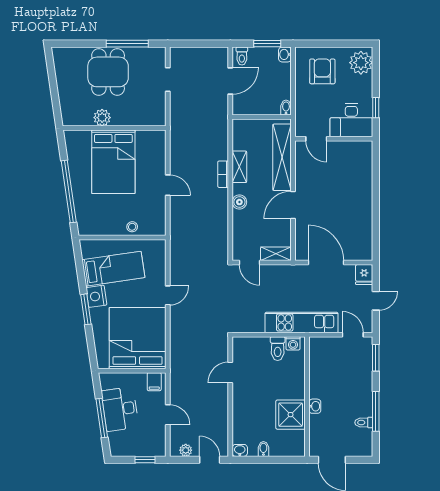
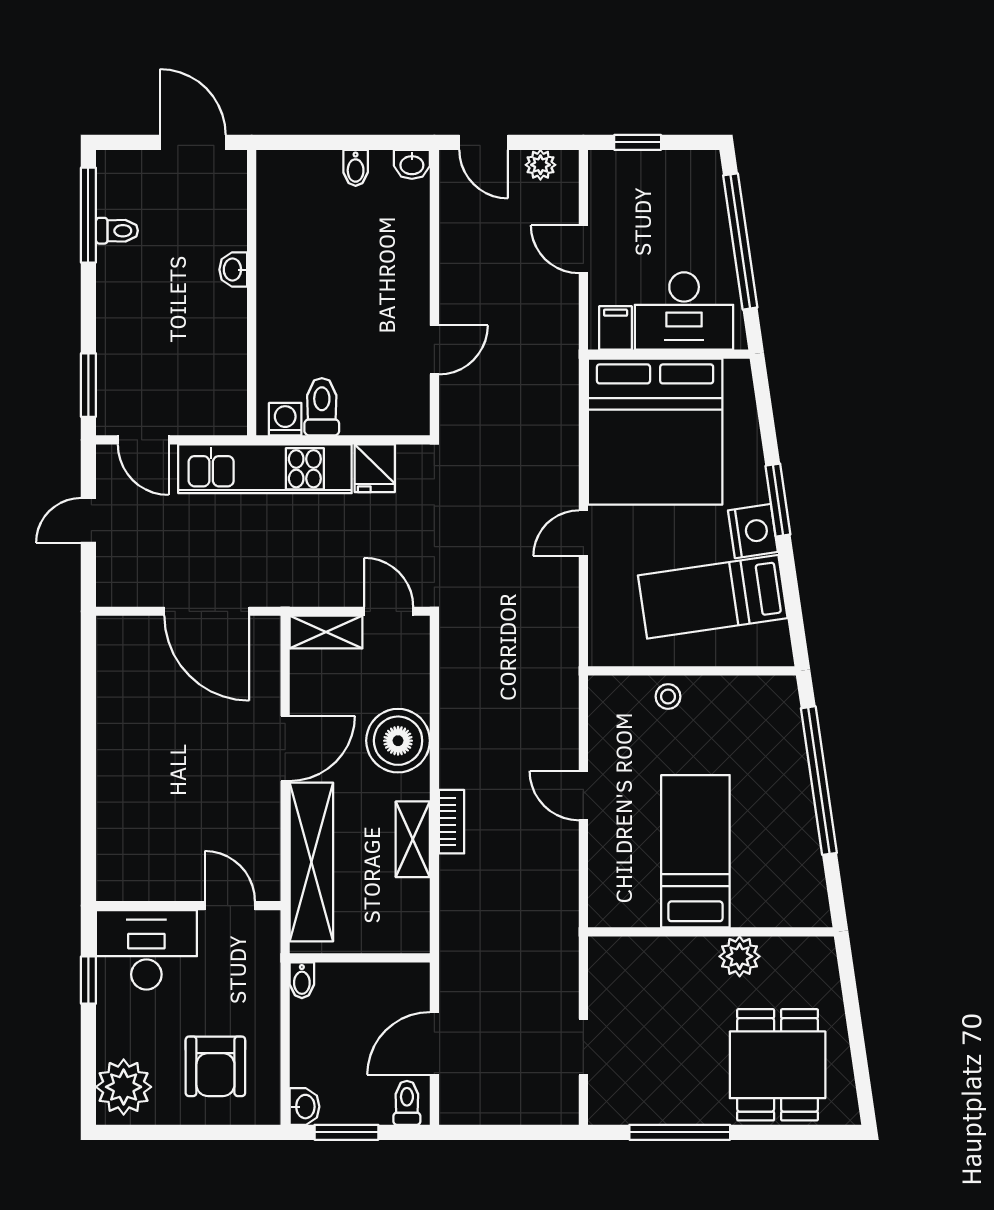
dining table: (108, 72) -> (778, 1065), moved
bed: (113, 162) -> (695, 851), width x0.67
boiler: (239, 202) -> (398, 741), width x1.86, depth x1.86
fridge: (364, 275) -> (375, 468), moved, turned 180
desk: (120, 409) -> (684, 311), moved, turned 98
window: (376, 411) -> (88, 215), moved
shower: (291, 415) -> (291, 250), removed
window: (102, 418) -> (740, 241), width x1.46

